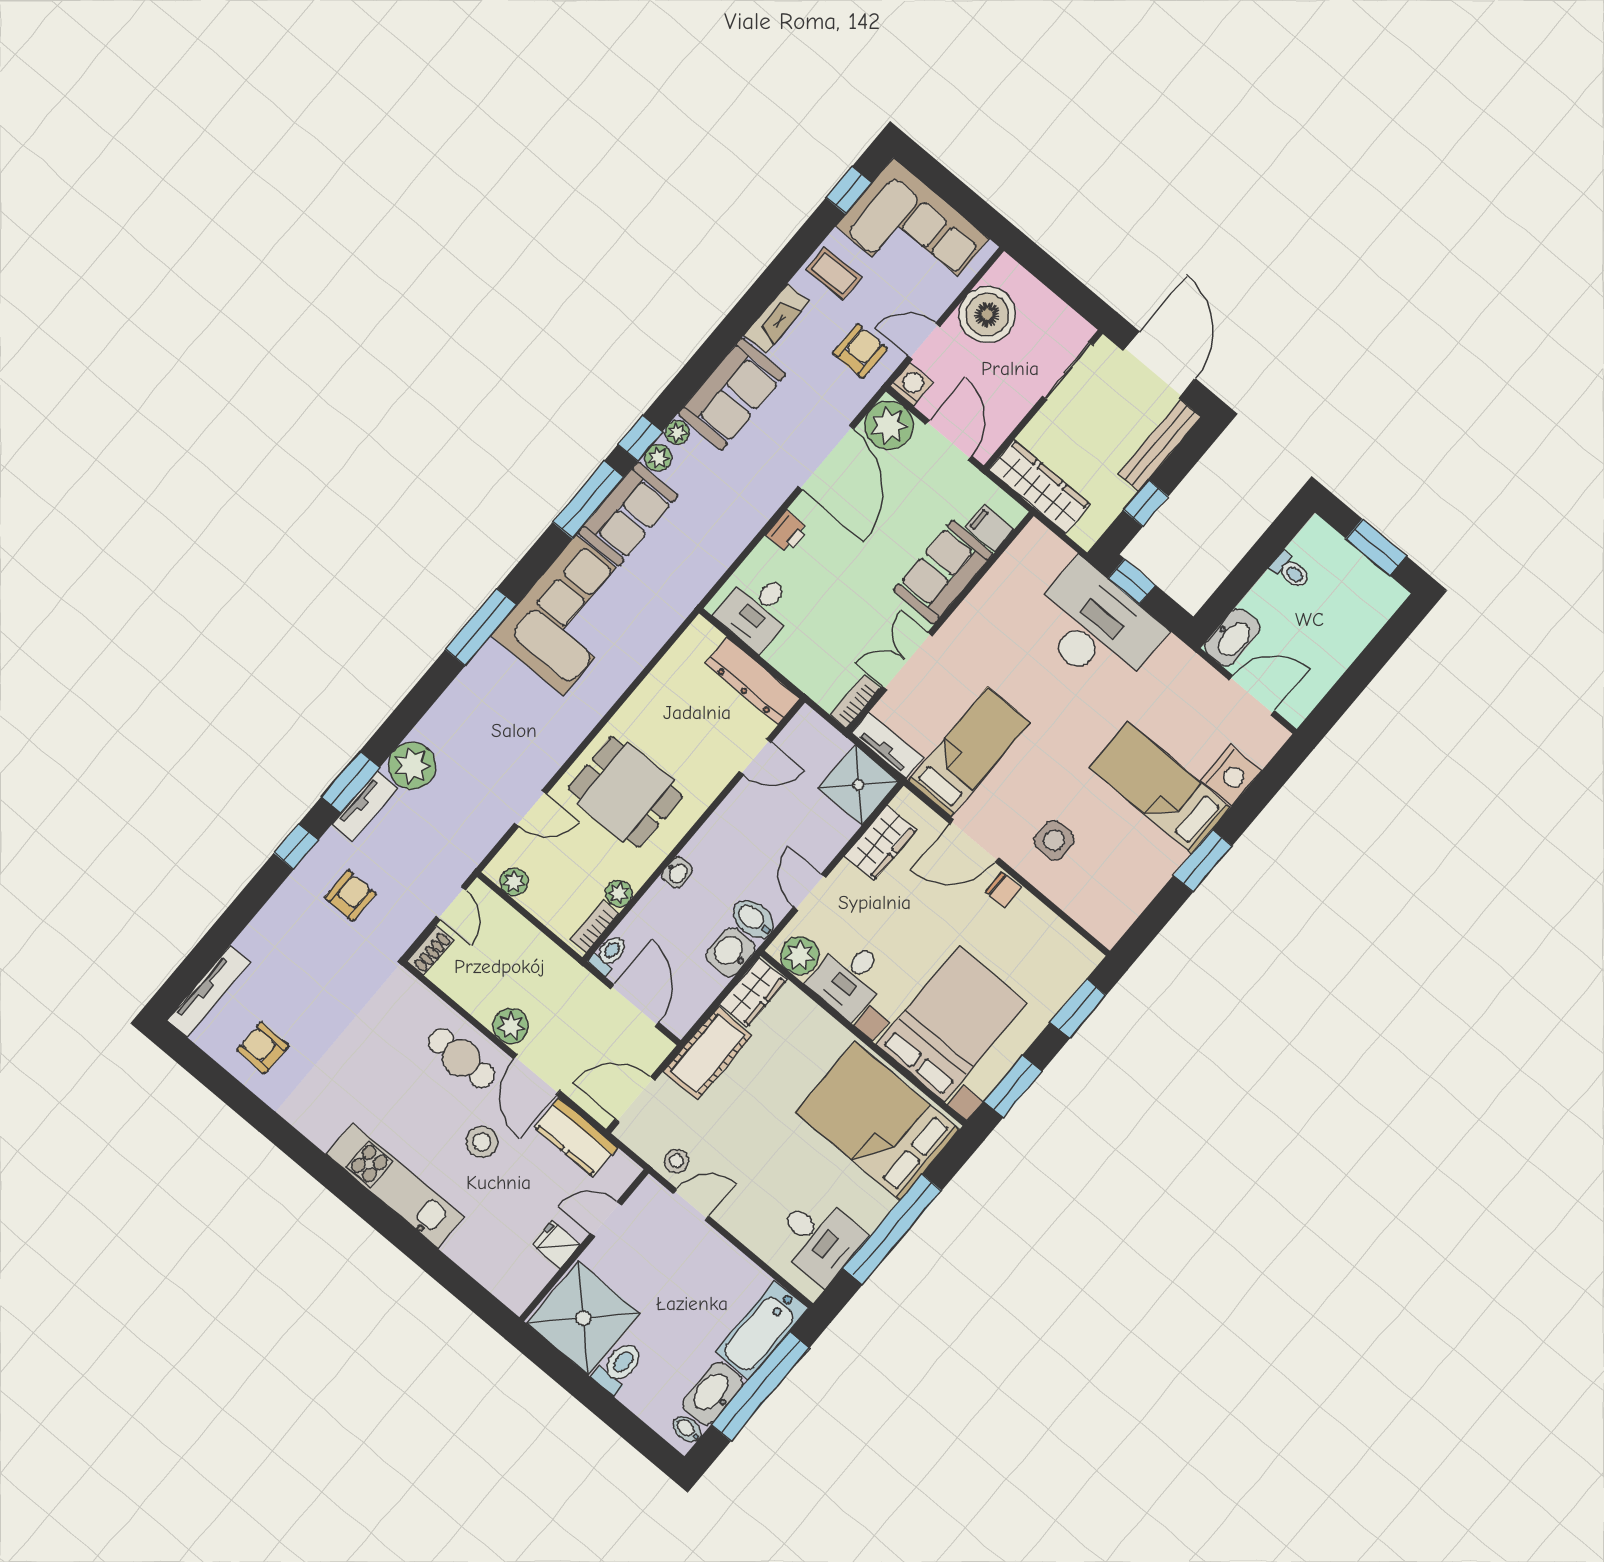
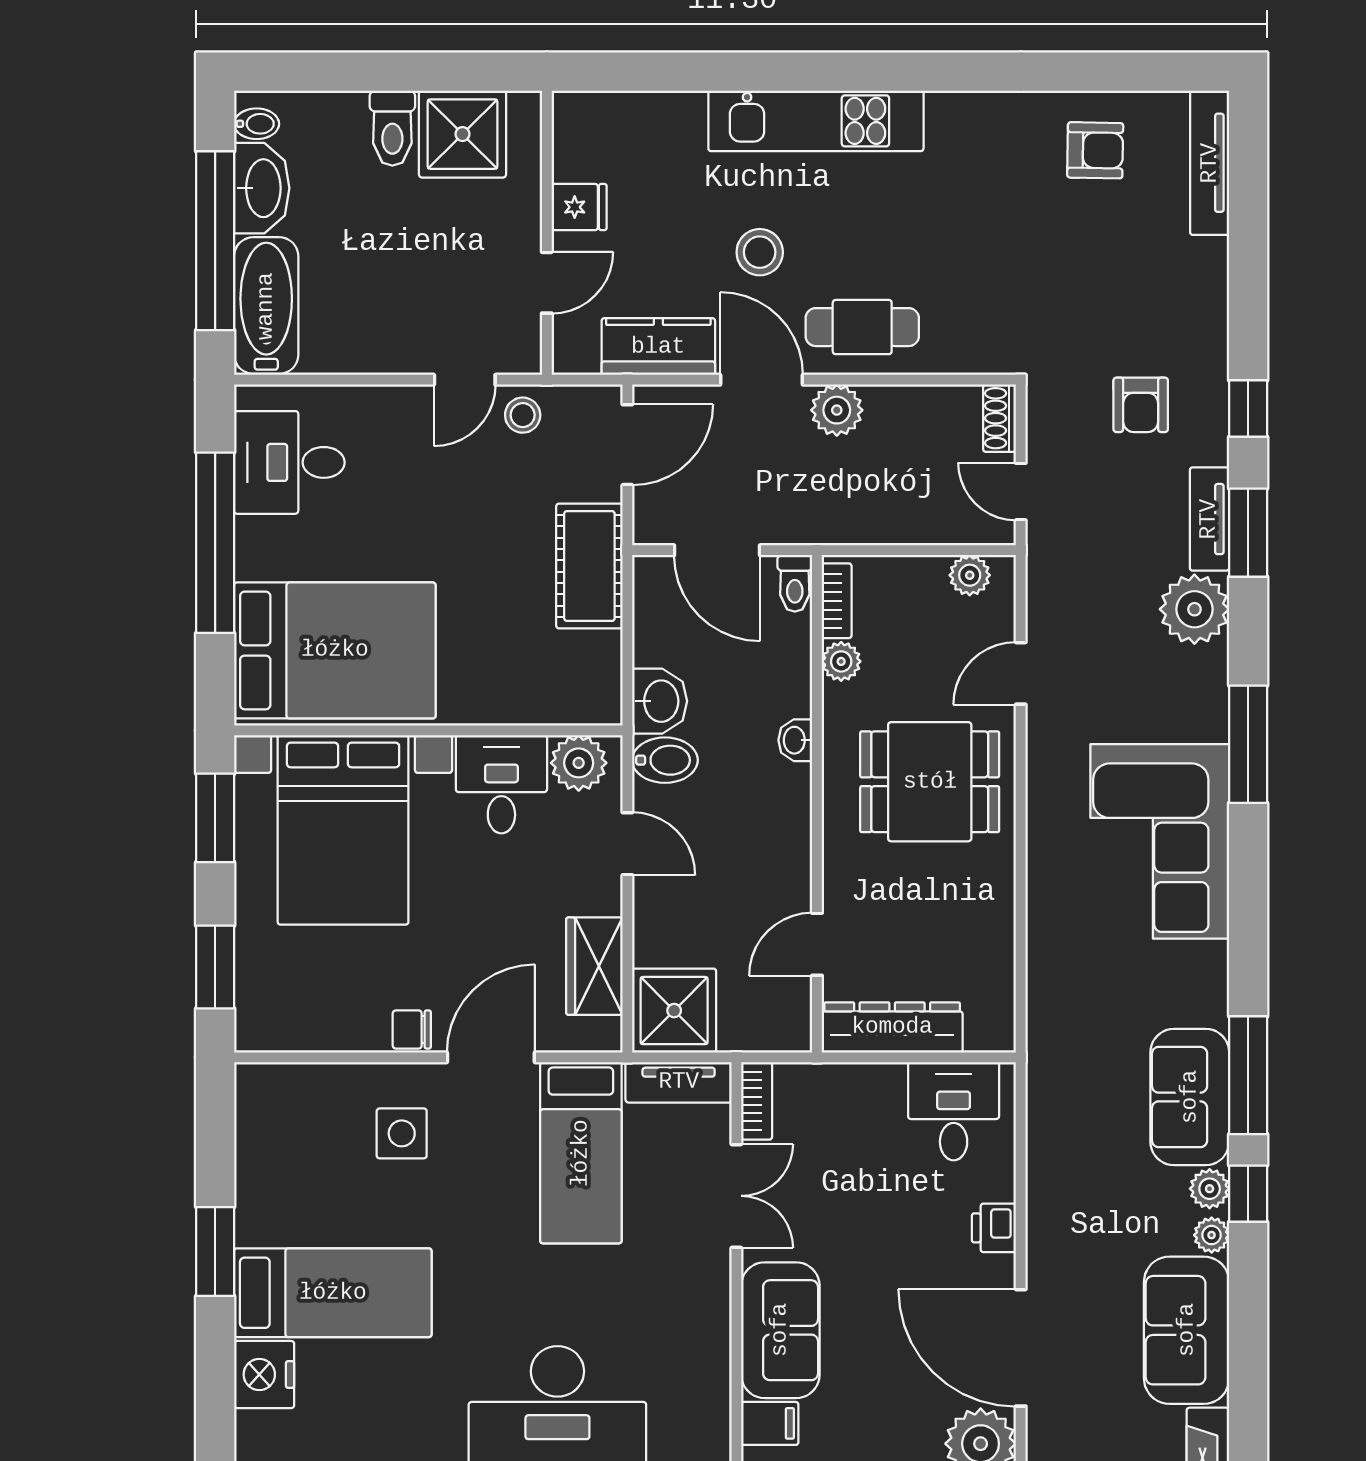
corner sofa: (570, 615) -> (1160, 841), moved
window: (481, 627) -> (1248, 744), moved
wardrobe: (753, 992) -> (596, 678), removed
shower: (583, 1318) -> (462, 134), width x0.73, depth x0.73

